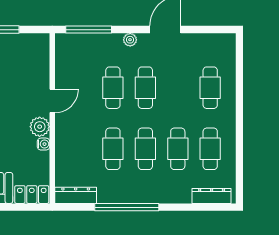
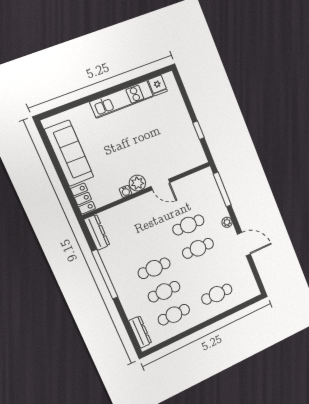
cafe table: (113, 149) -> (144, 245), removed

